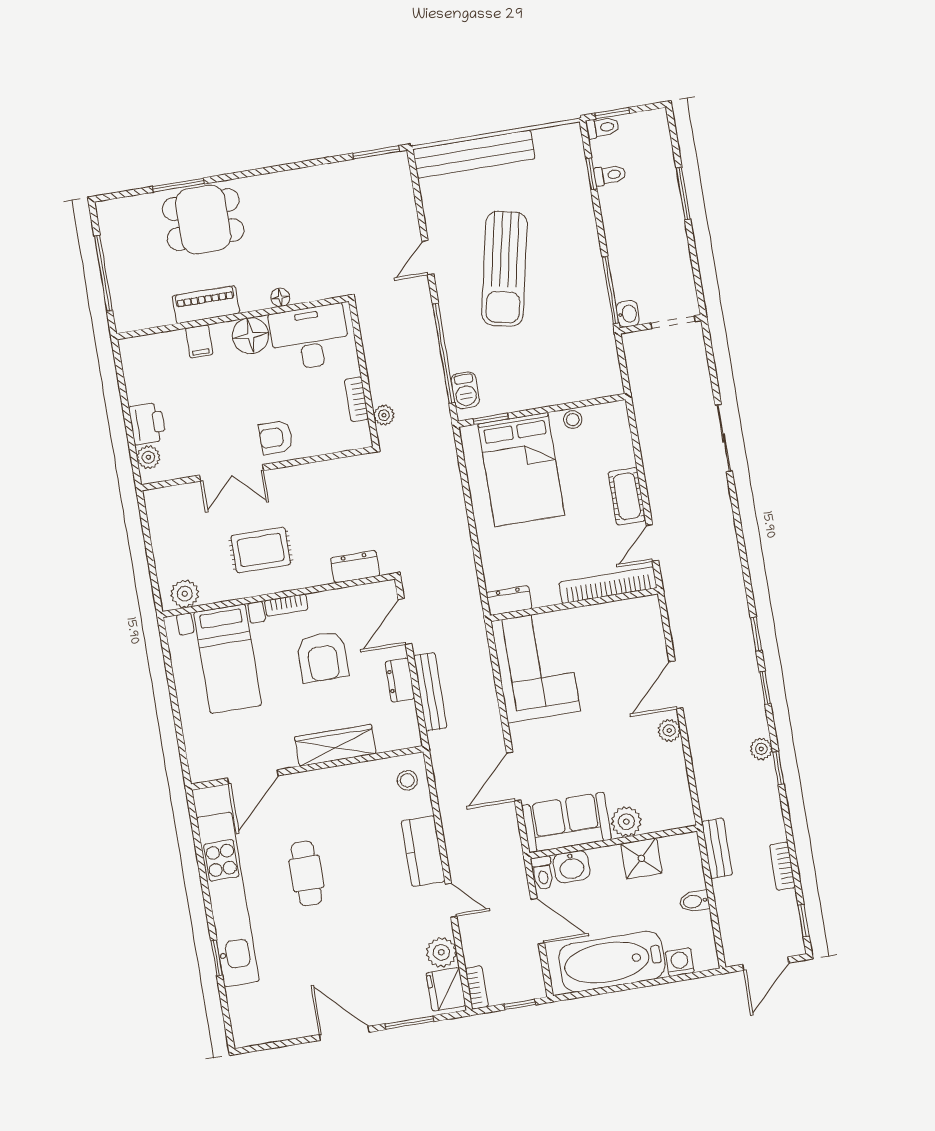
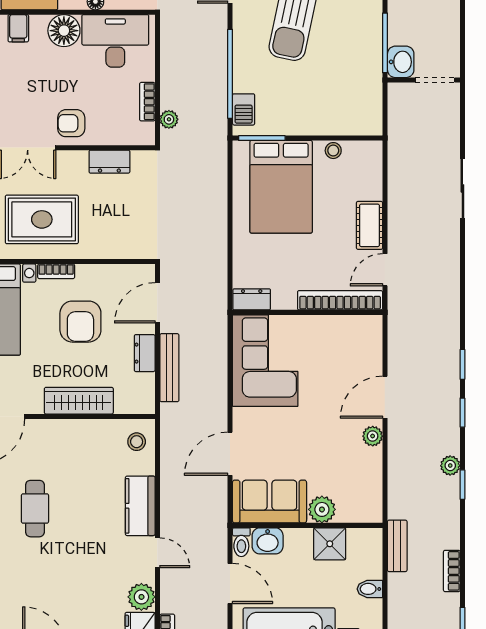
washbasin: (628, 314) -> (401, 62), width x1.38, depth x1.45
window: (491, 419) -> (262, 138), width x1.50
rug: (261, 550) -> (42, 219), width x1.36, depth x1.43
dresser: (355, 567) -> (109, 162), moved, turned 180

